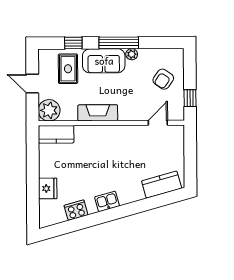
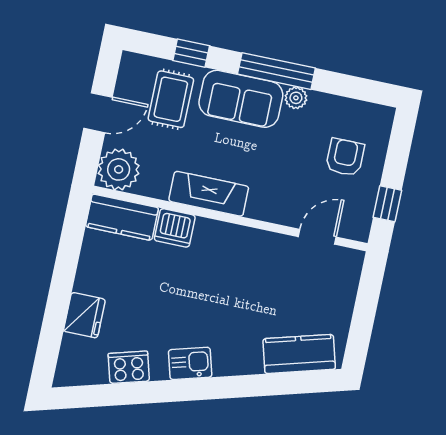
armchair: (163, 79) -> (345, 157), turned 145
door: (32, 84) -> (98, 113), swing flipped
dishwasher: (84, 134) -> (175, 228), added

